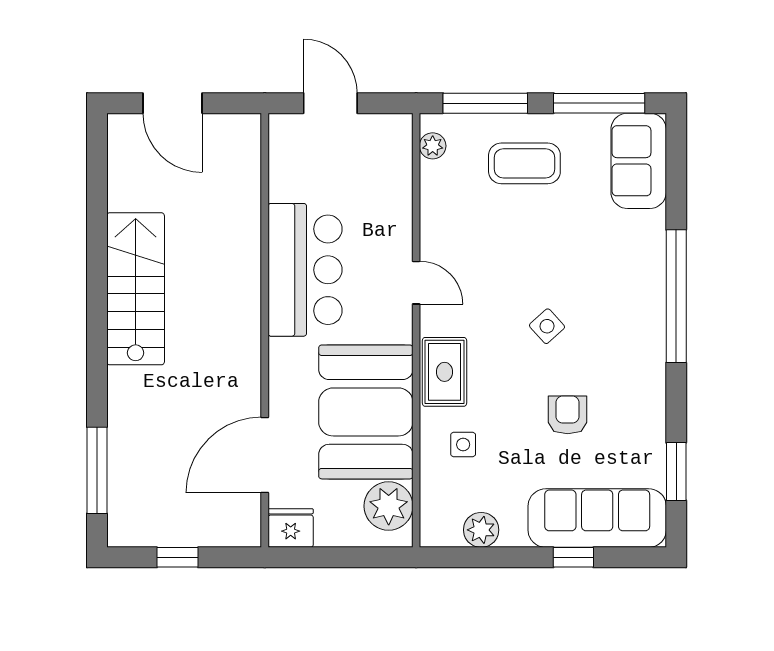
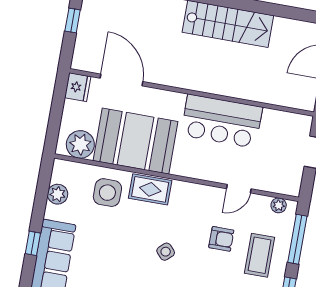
door: (416, 283) -> (239, 189), moved
armchair: (568, 415) -> (221, 239), moved
side table: (463, 445) -> (107, 193), width x1.87, depth x1.87

